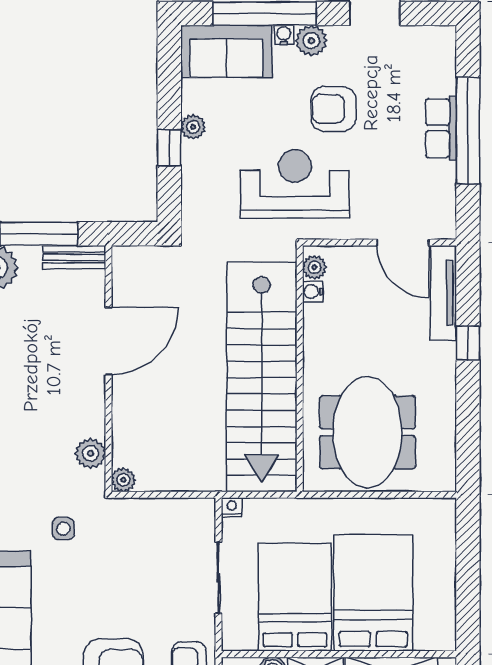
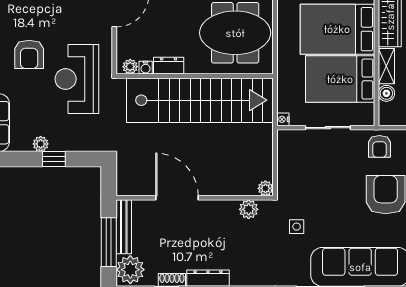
bench: (74, 257) -> (124, 227), width x1.36
dresser: (316, 328) -> (169, 66), added

